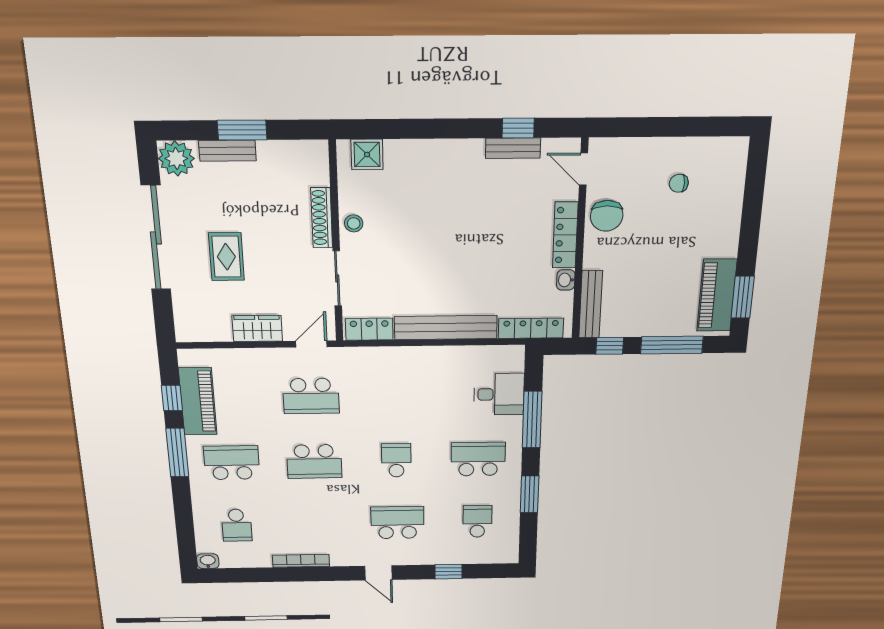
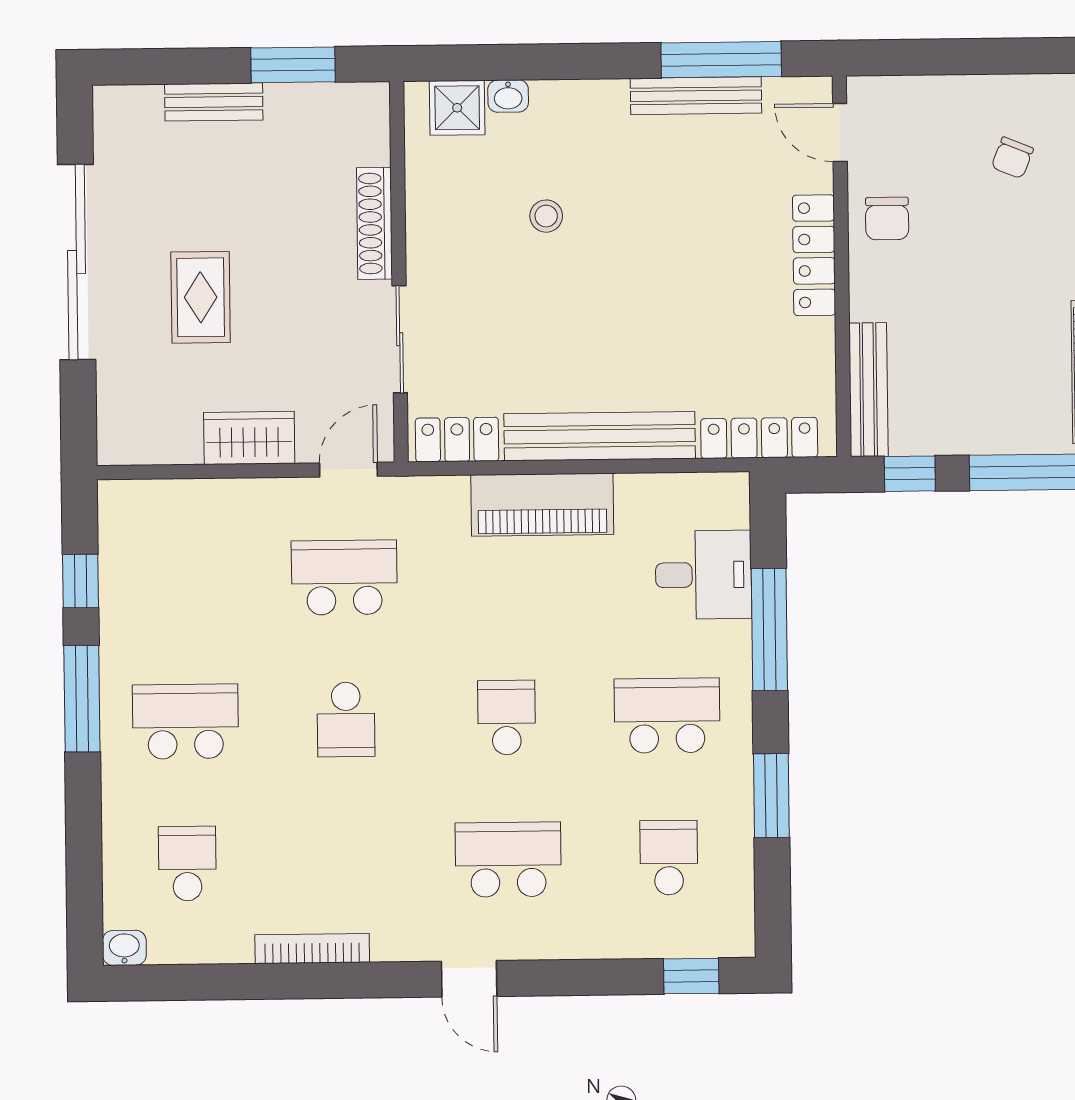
window: (518, 128) -> (721, 60), width x2.17
window: (242, 130) -> (293, 65), moved
bench: (513, 148) -> (696, 96), width x1.36
plant: (176, 158) -> (124, 116), removed
chair: (679, 183) -> (1012, 158), turned -68
chair: (607, 216) -> (887, 219), width x0.73, depth x0.73
stool: (354, 223) -> (546, 216), moved
washbasin: (566, 280) -> (508, 96), moved, turned -90
school desk: (311, 396) -> (344, 577), turned 180
piano: (198, 401) -> (542, 505), moved, turned 90
school desk: (314, 461) -> (346, 720), width x0.54
school desk: (237, 525) -> (187, 864), turned 180
window: (448, 572) -> (691, 976), moved

